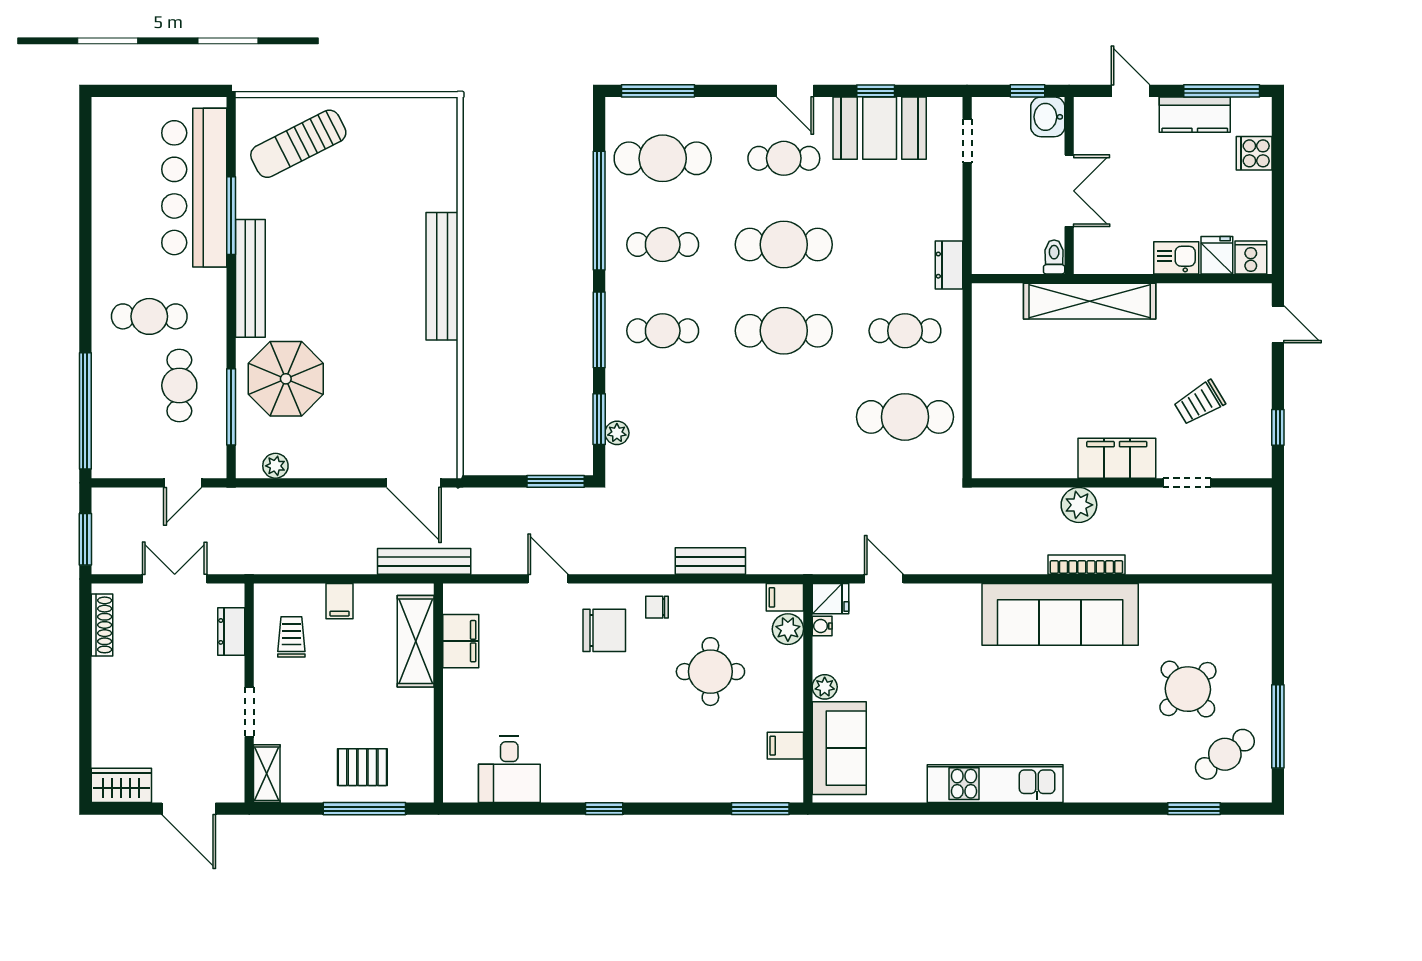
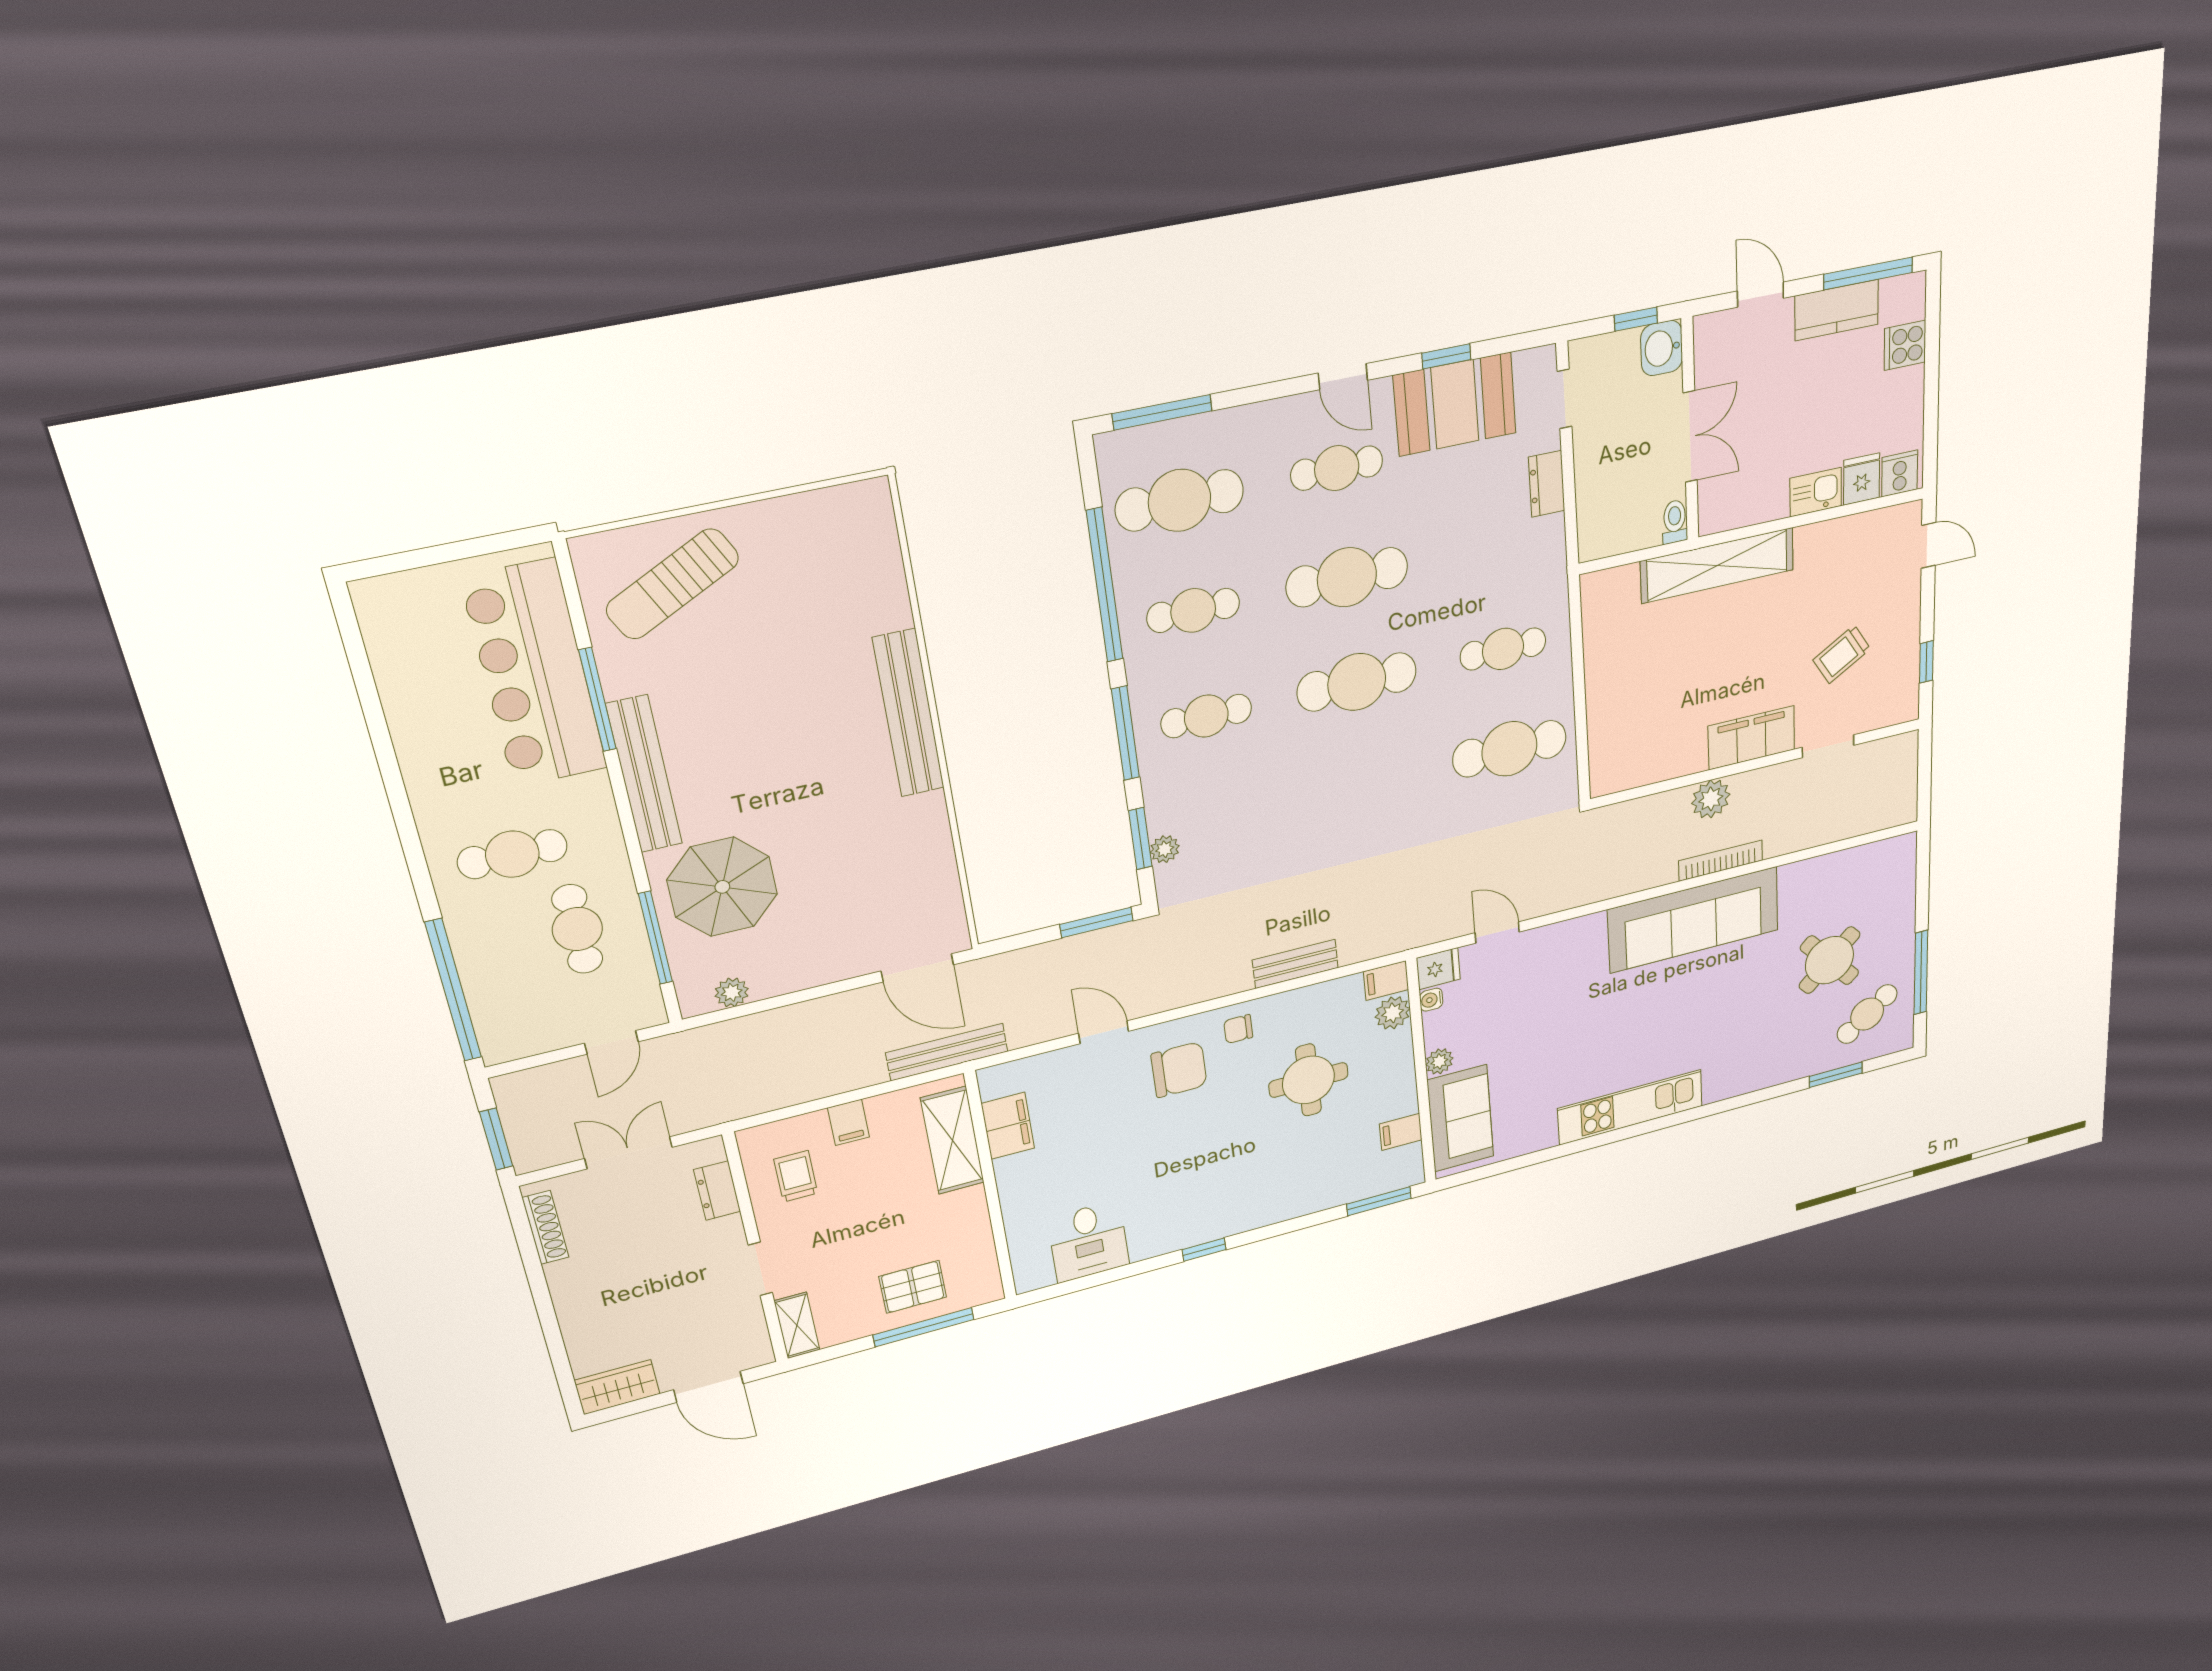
dresser: (949, 265) -> (1547, 484), moved

